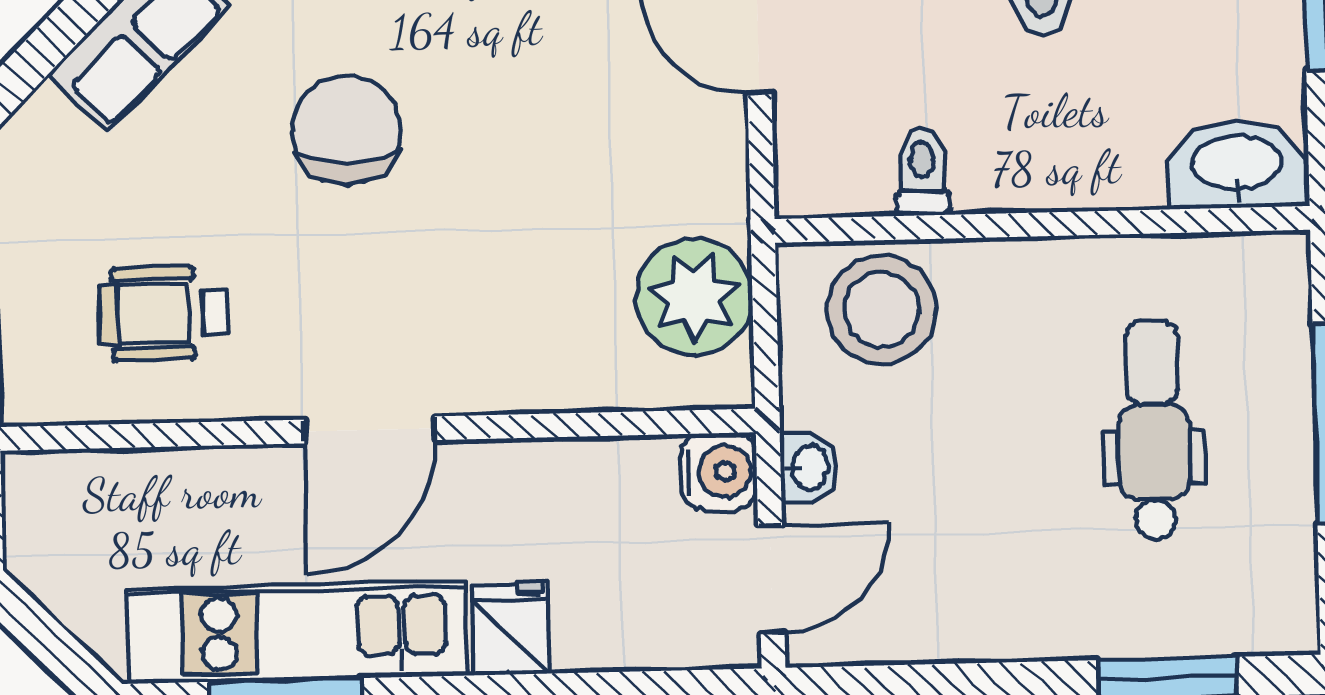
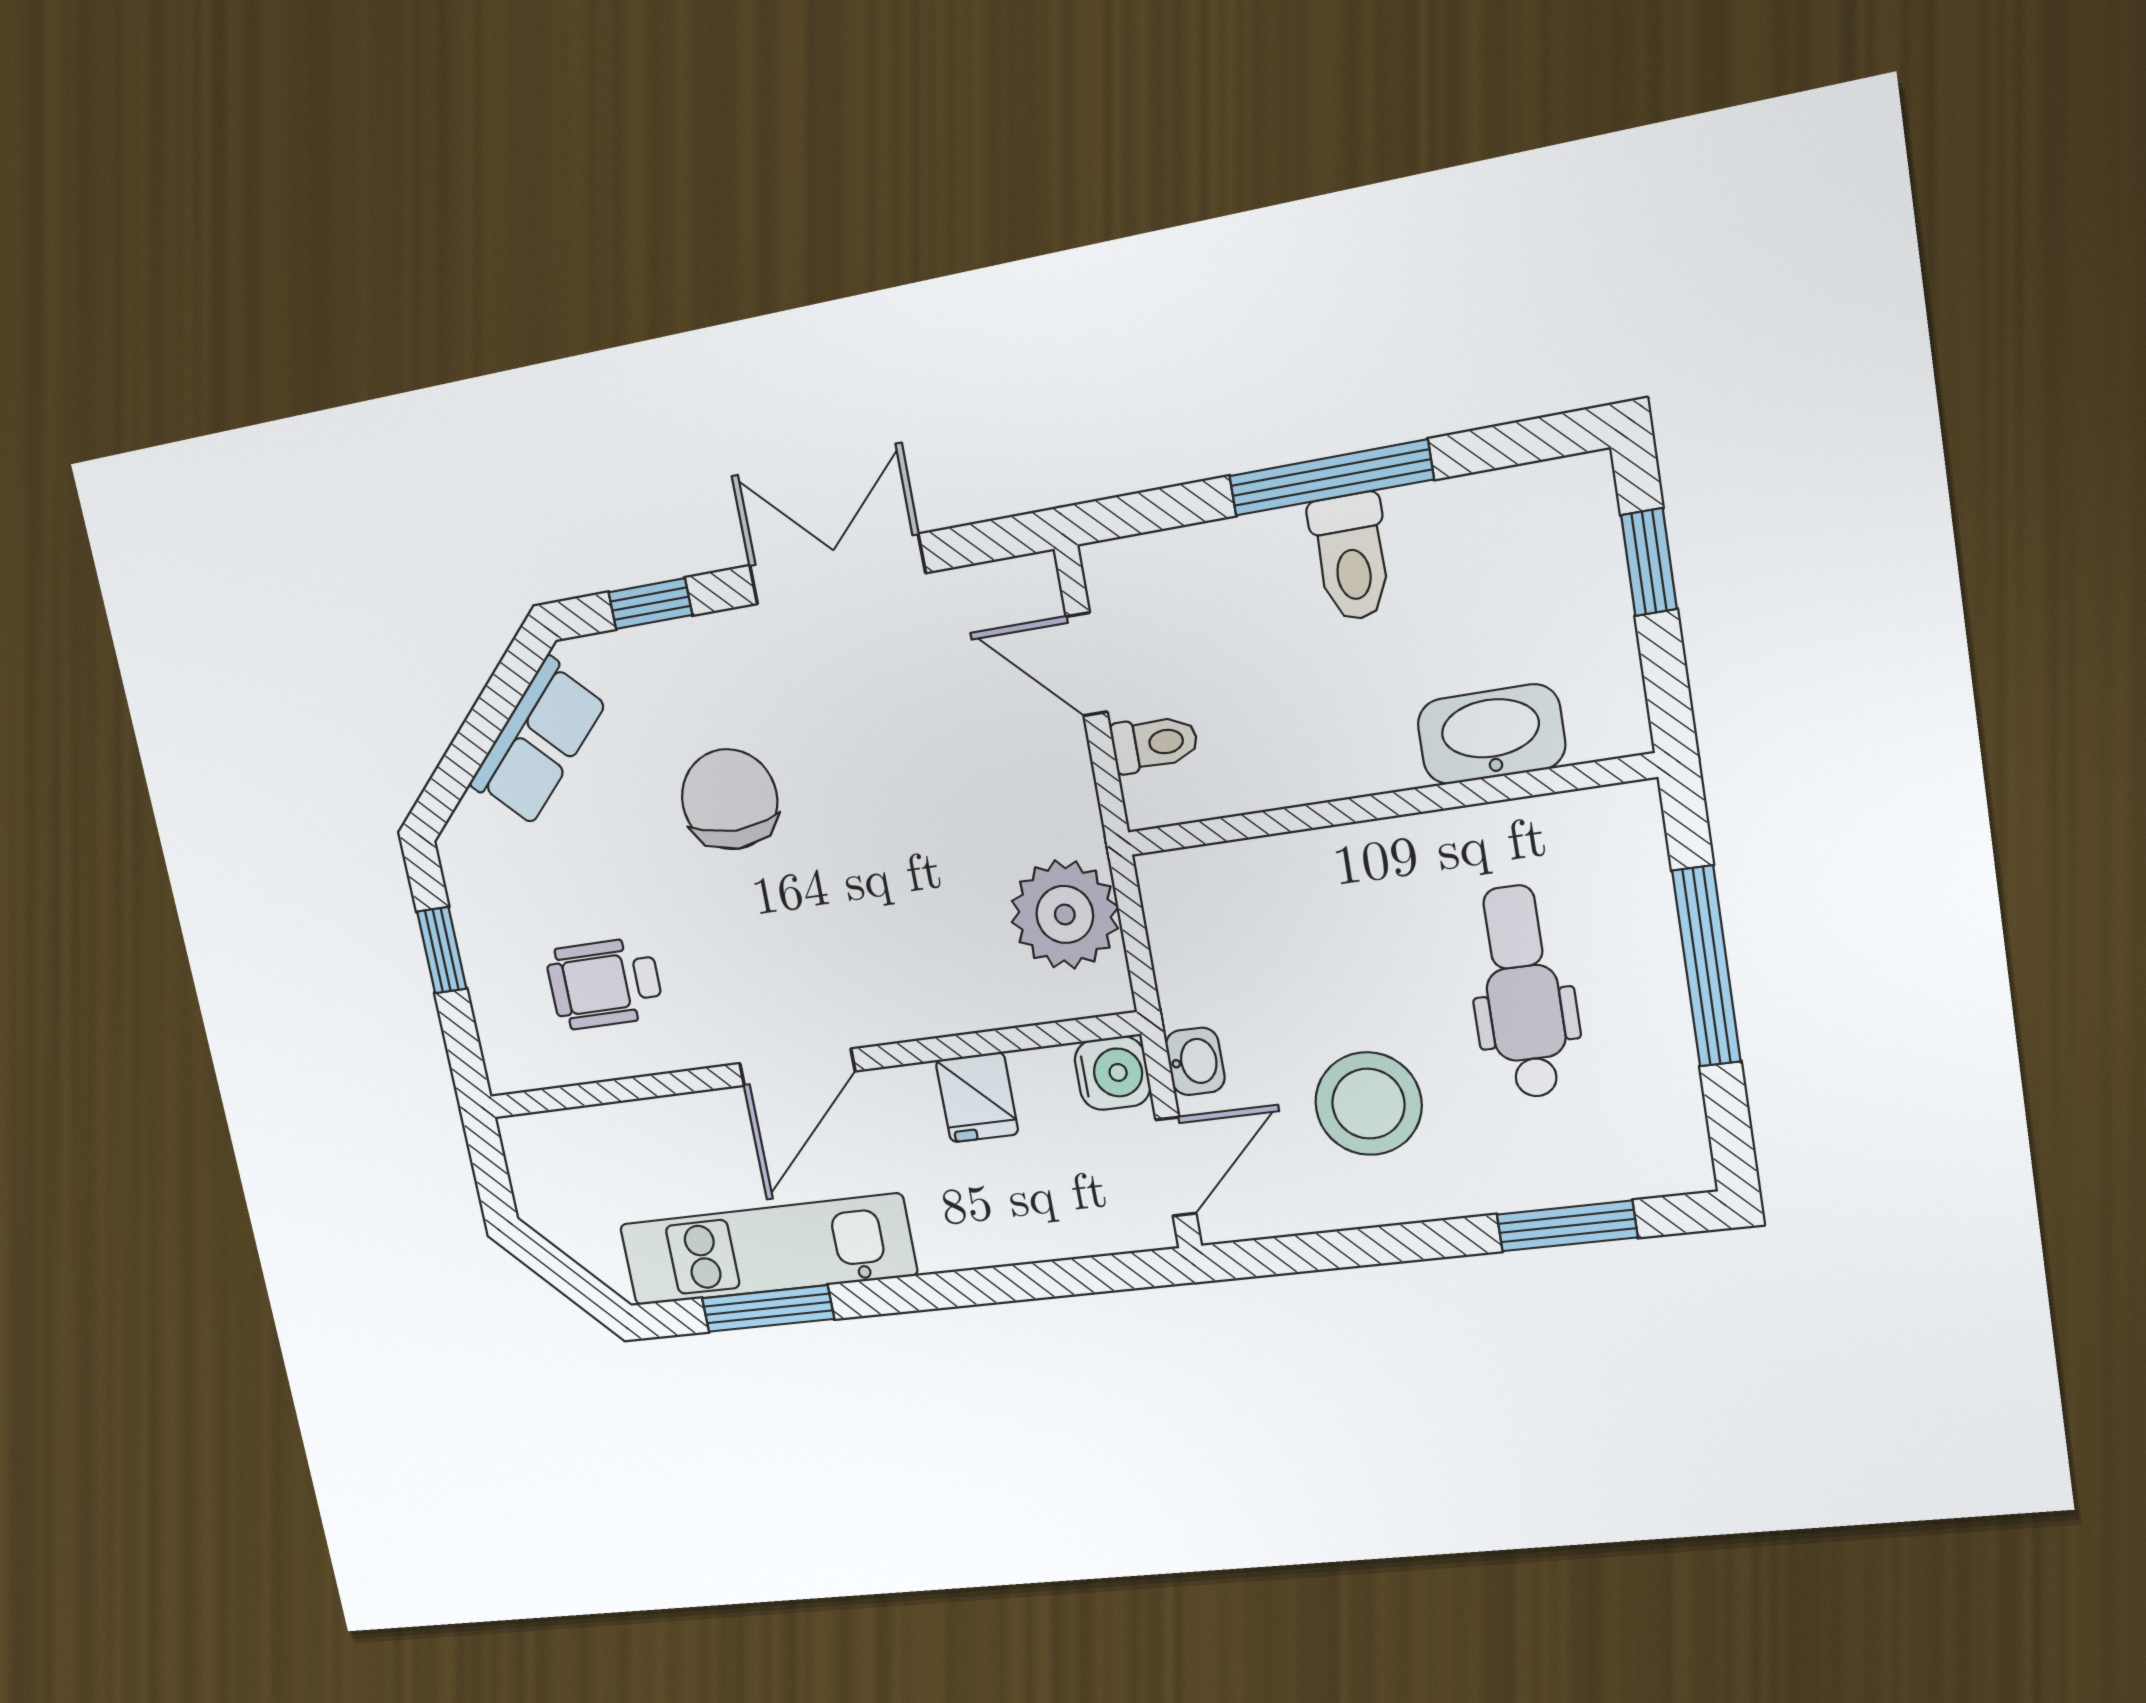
washbasin: (1237, 165) -> (1491, 734), moved
toilet: (922, 172) -> (1154, 743), moved, turned 90
stool: (882, 310) -> (1368, 1104), moved
fridge: (511, 629) -> (977, 1097), moved, turned 180

